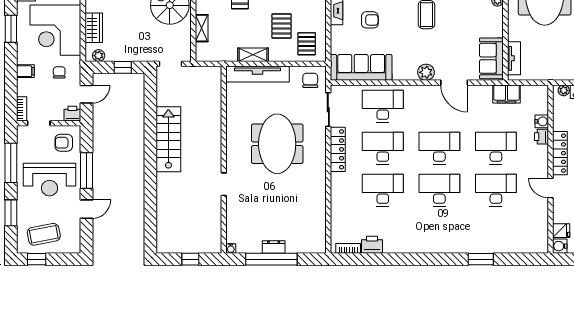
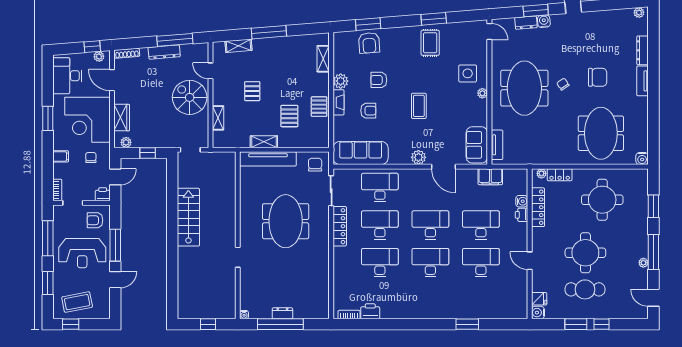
pallet: (307, 44) -> (319, 107), moved
locker: (560, 153) -> (538, 207), moved

